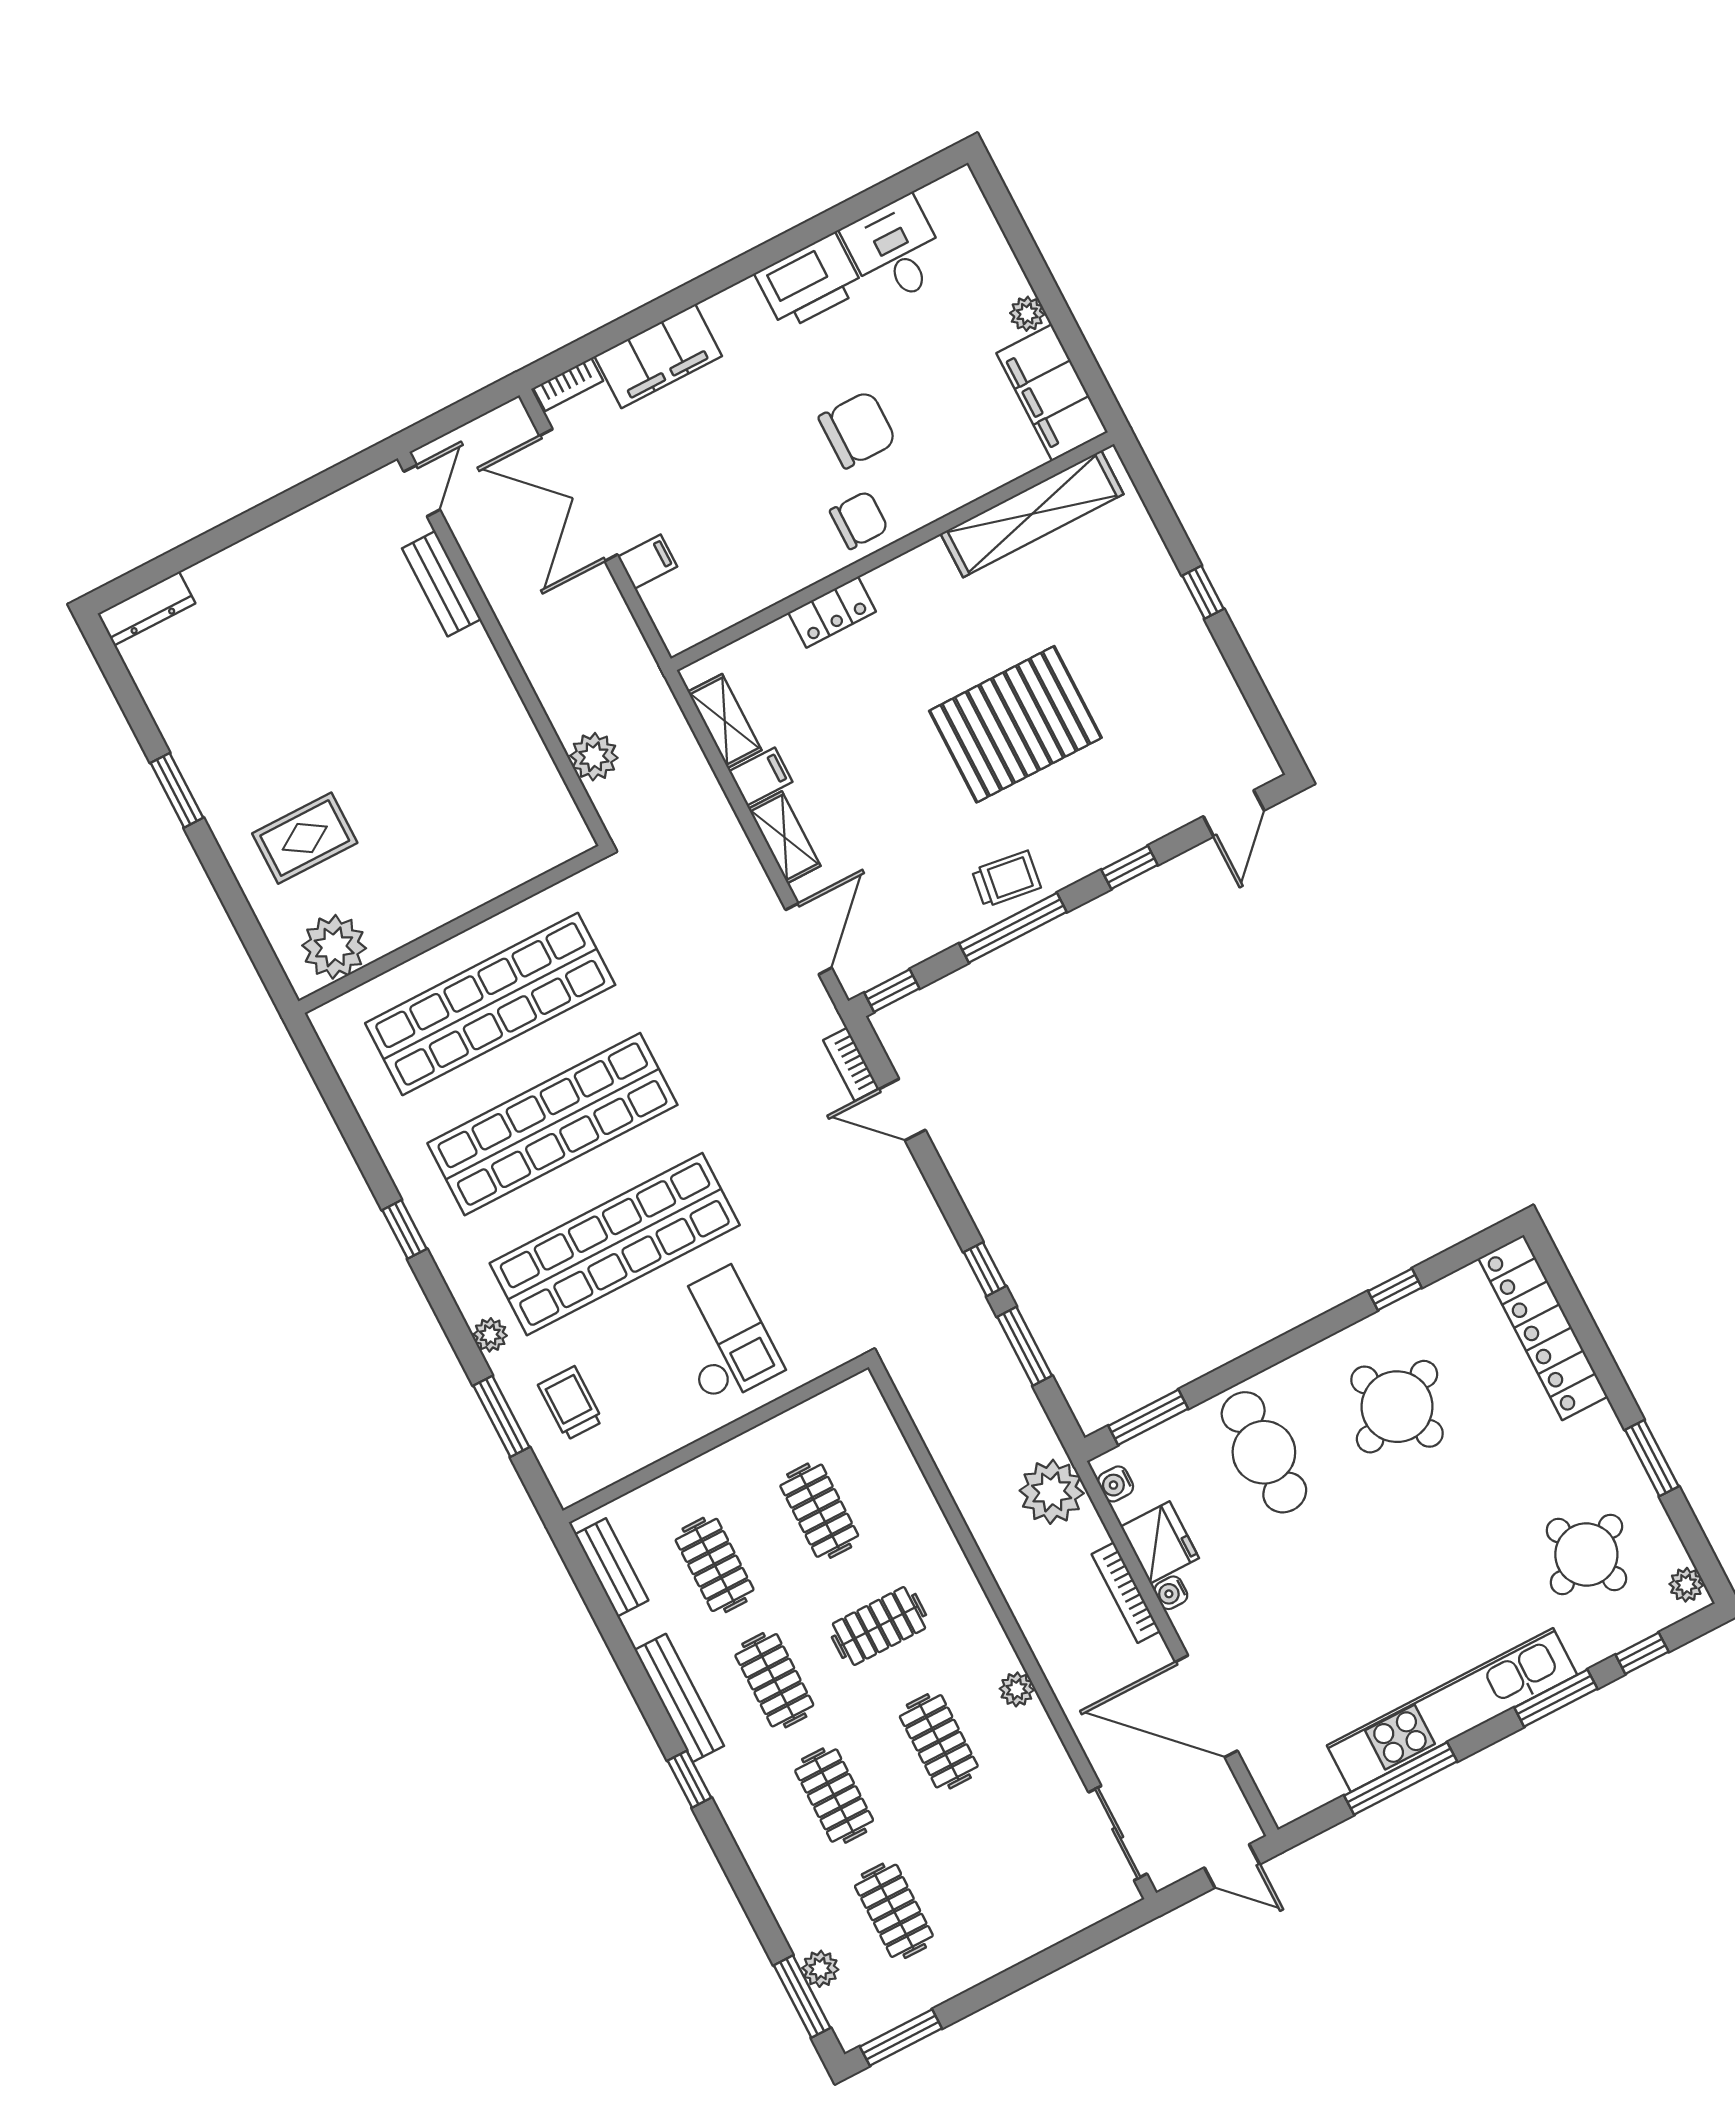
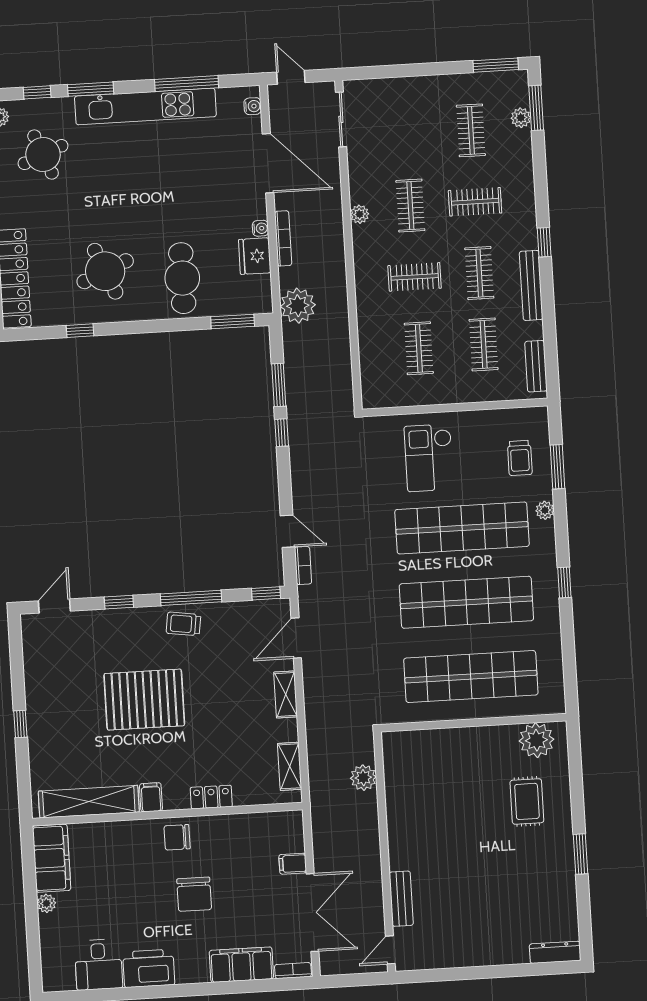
chair: (858, 430) -> (194, 894), moved, turned -90
filing cabinet: (761, 776) -> (151, 797), moved, turned 90
rug: (305, 838) -> (527, 801), turned 90
water cooler: (1116, 1484) -> (253, 106), moved
clothes rail: (834, 1796) -> (475, 202), turned 90

